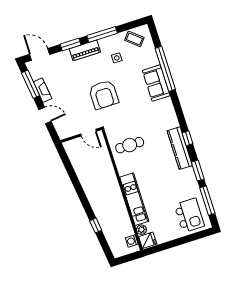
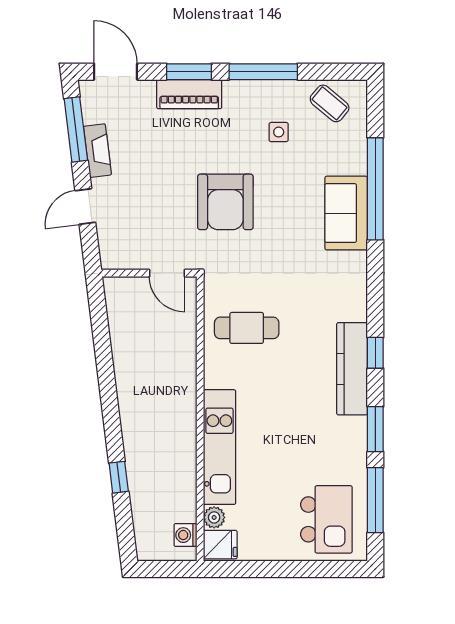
piano: (85, 50) -> (189, 94), moved
door: (45, 115) -> (85, 206), swing flipped

